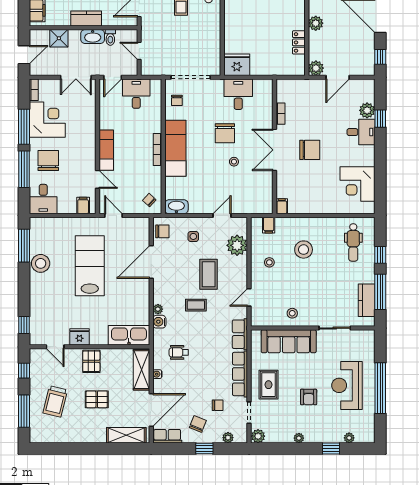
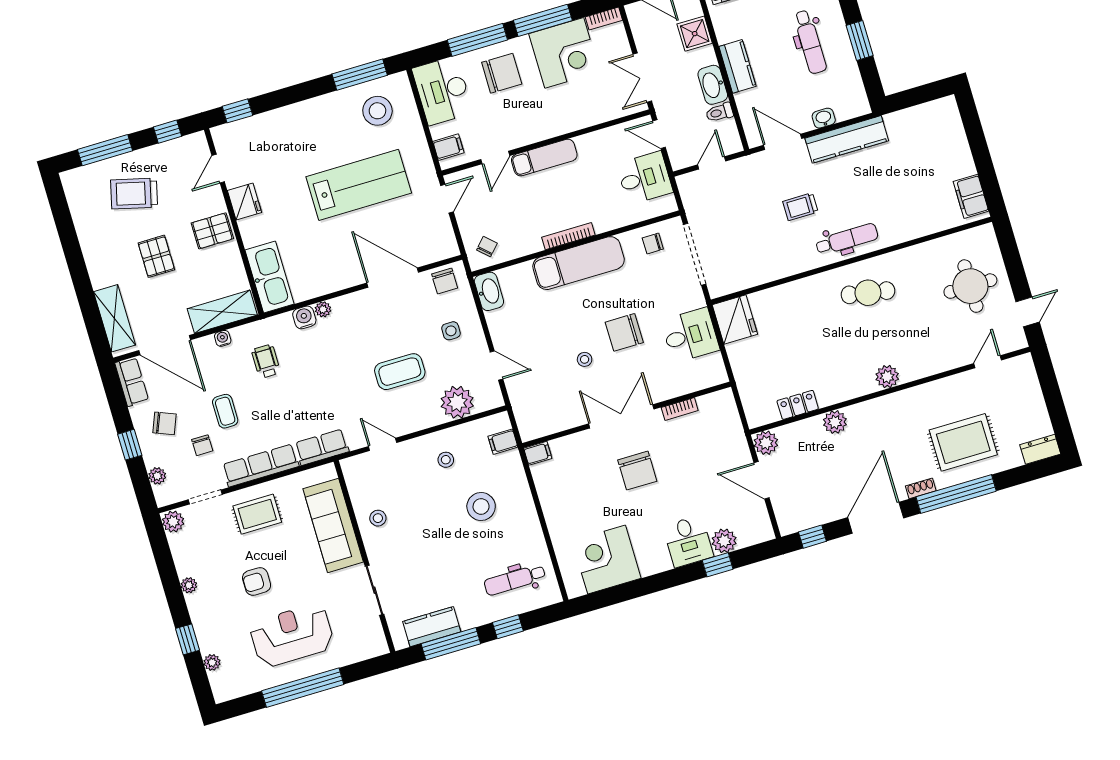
desk: (43, 199) -> (442, 91), width x1.37
stool: (41, 263) -> (377, 111), moved
coffee table: (196, 305) -> (225, 411), moved

